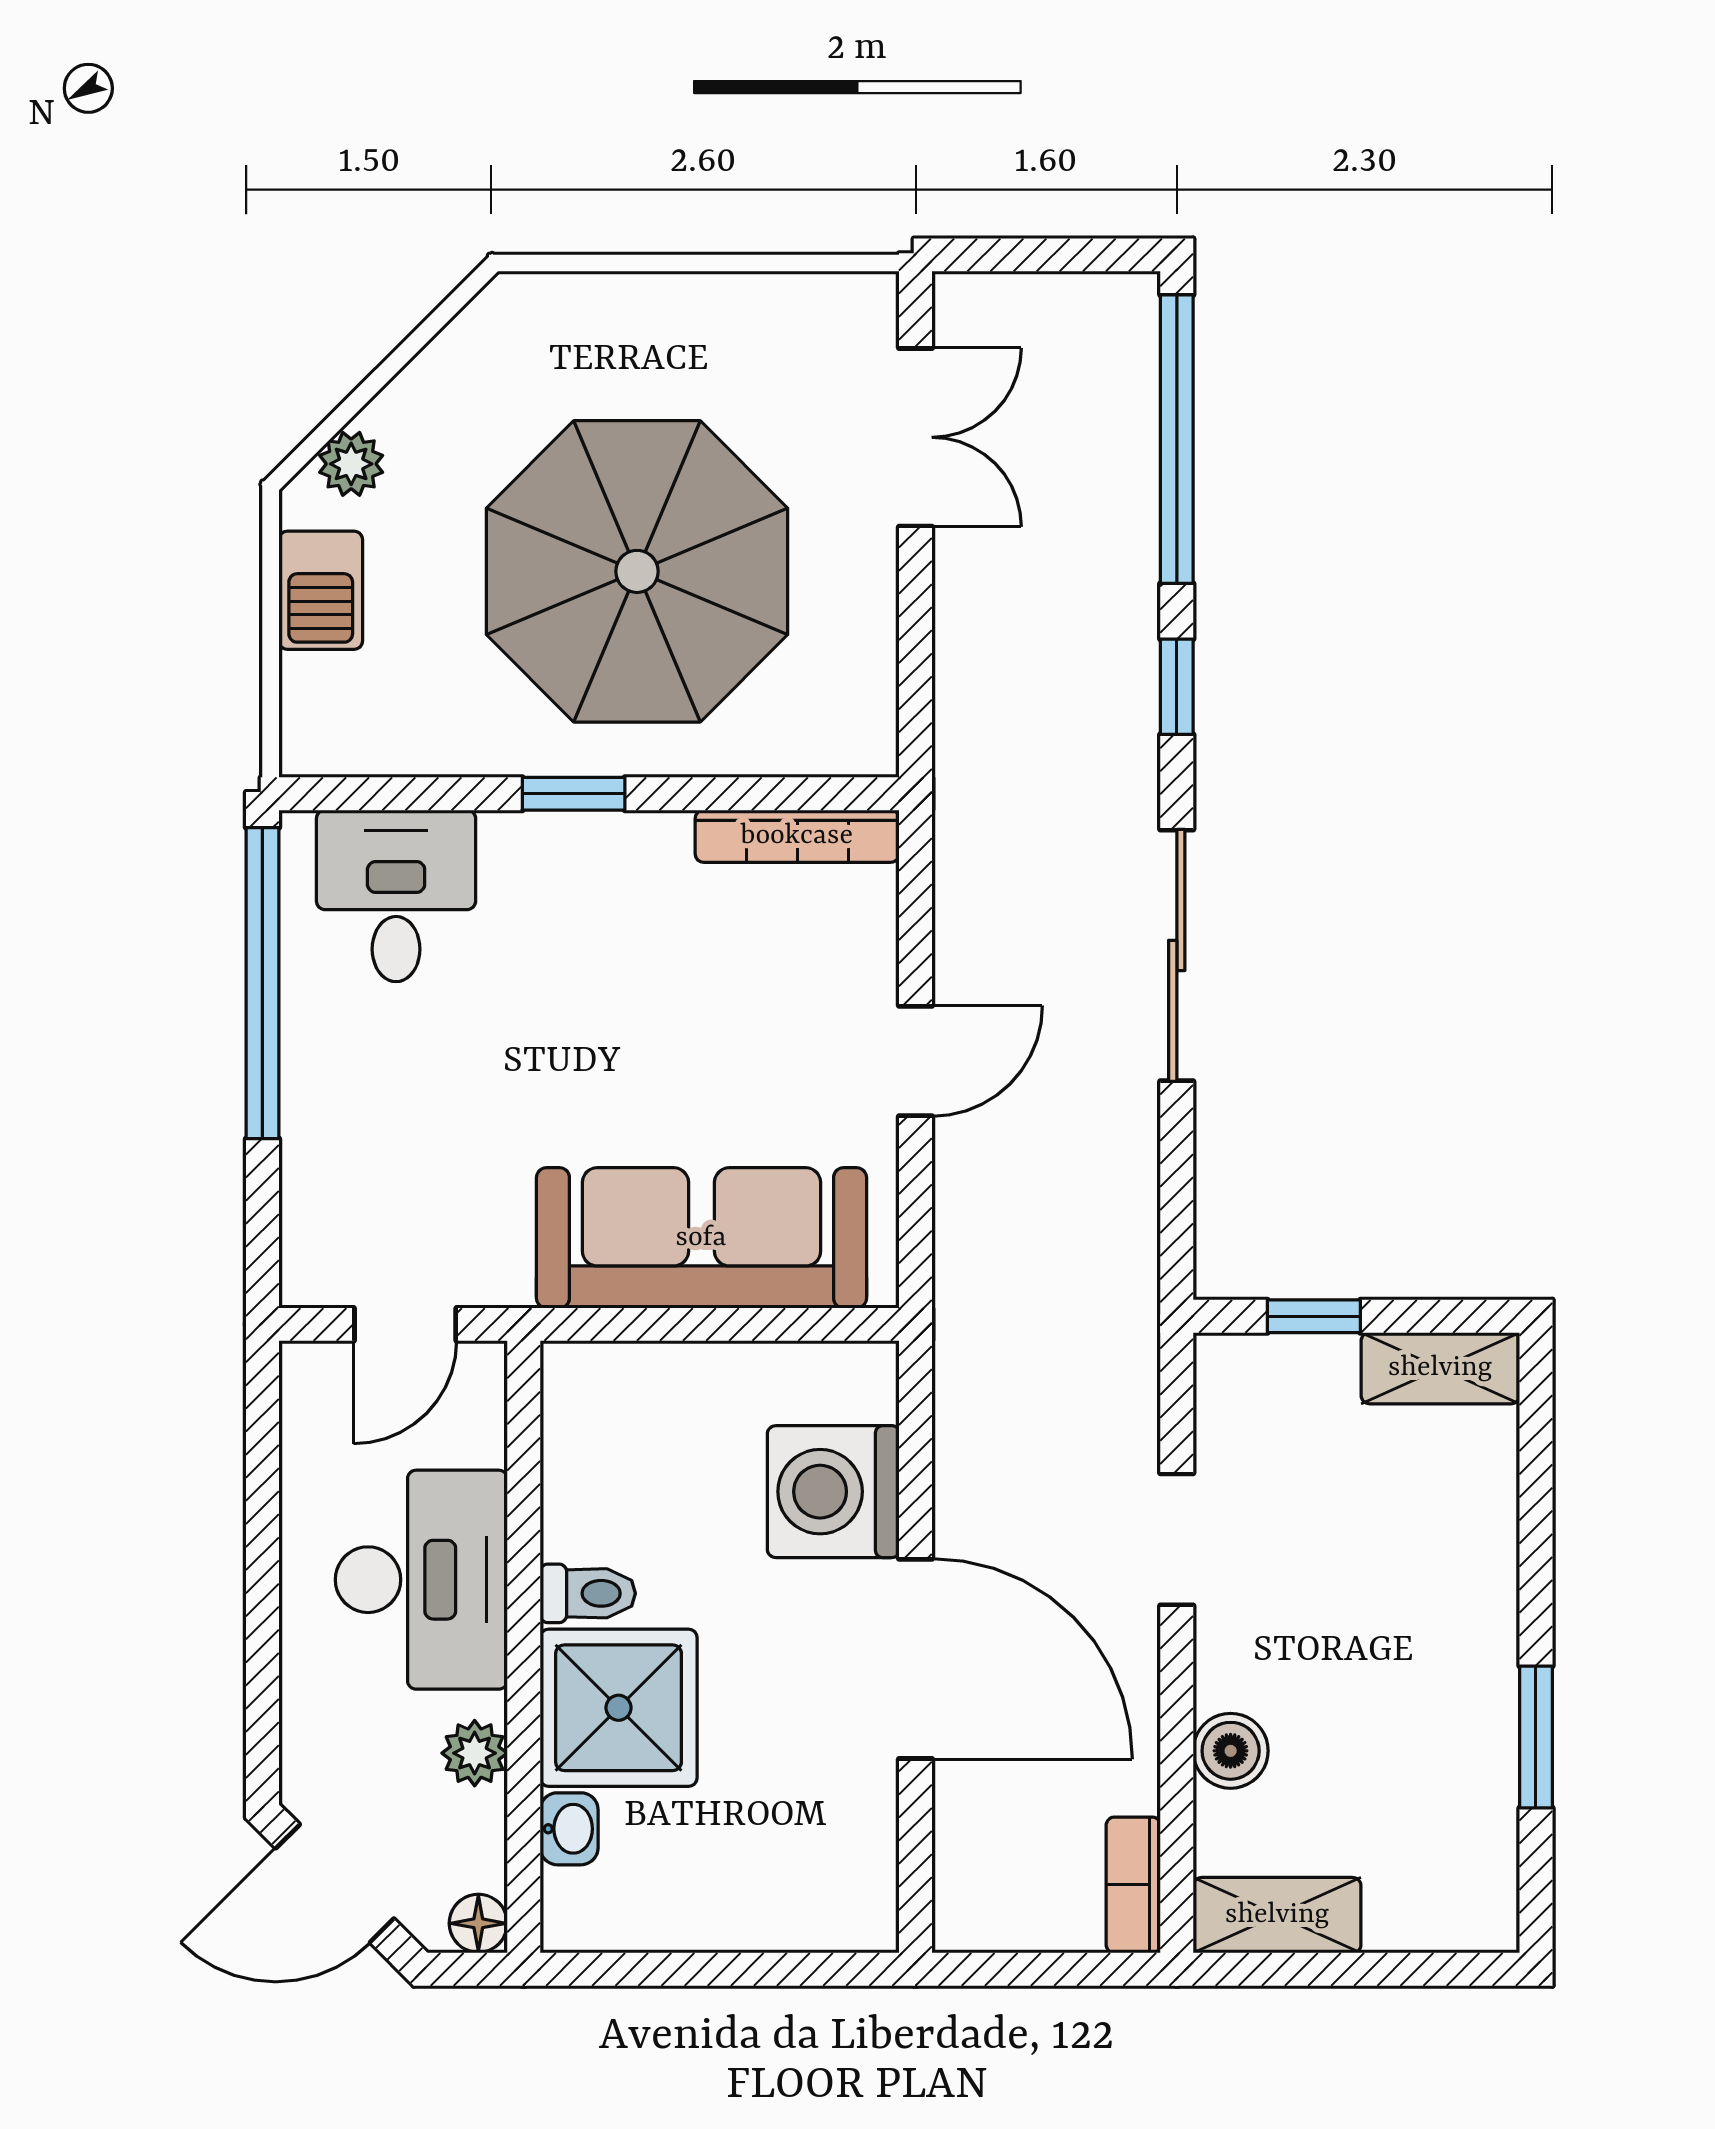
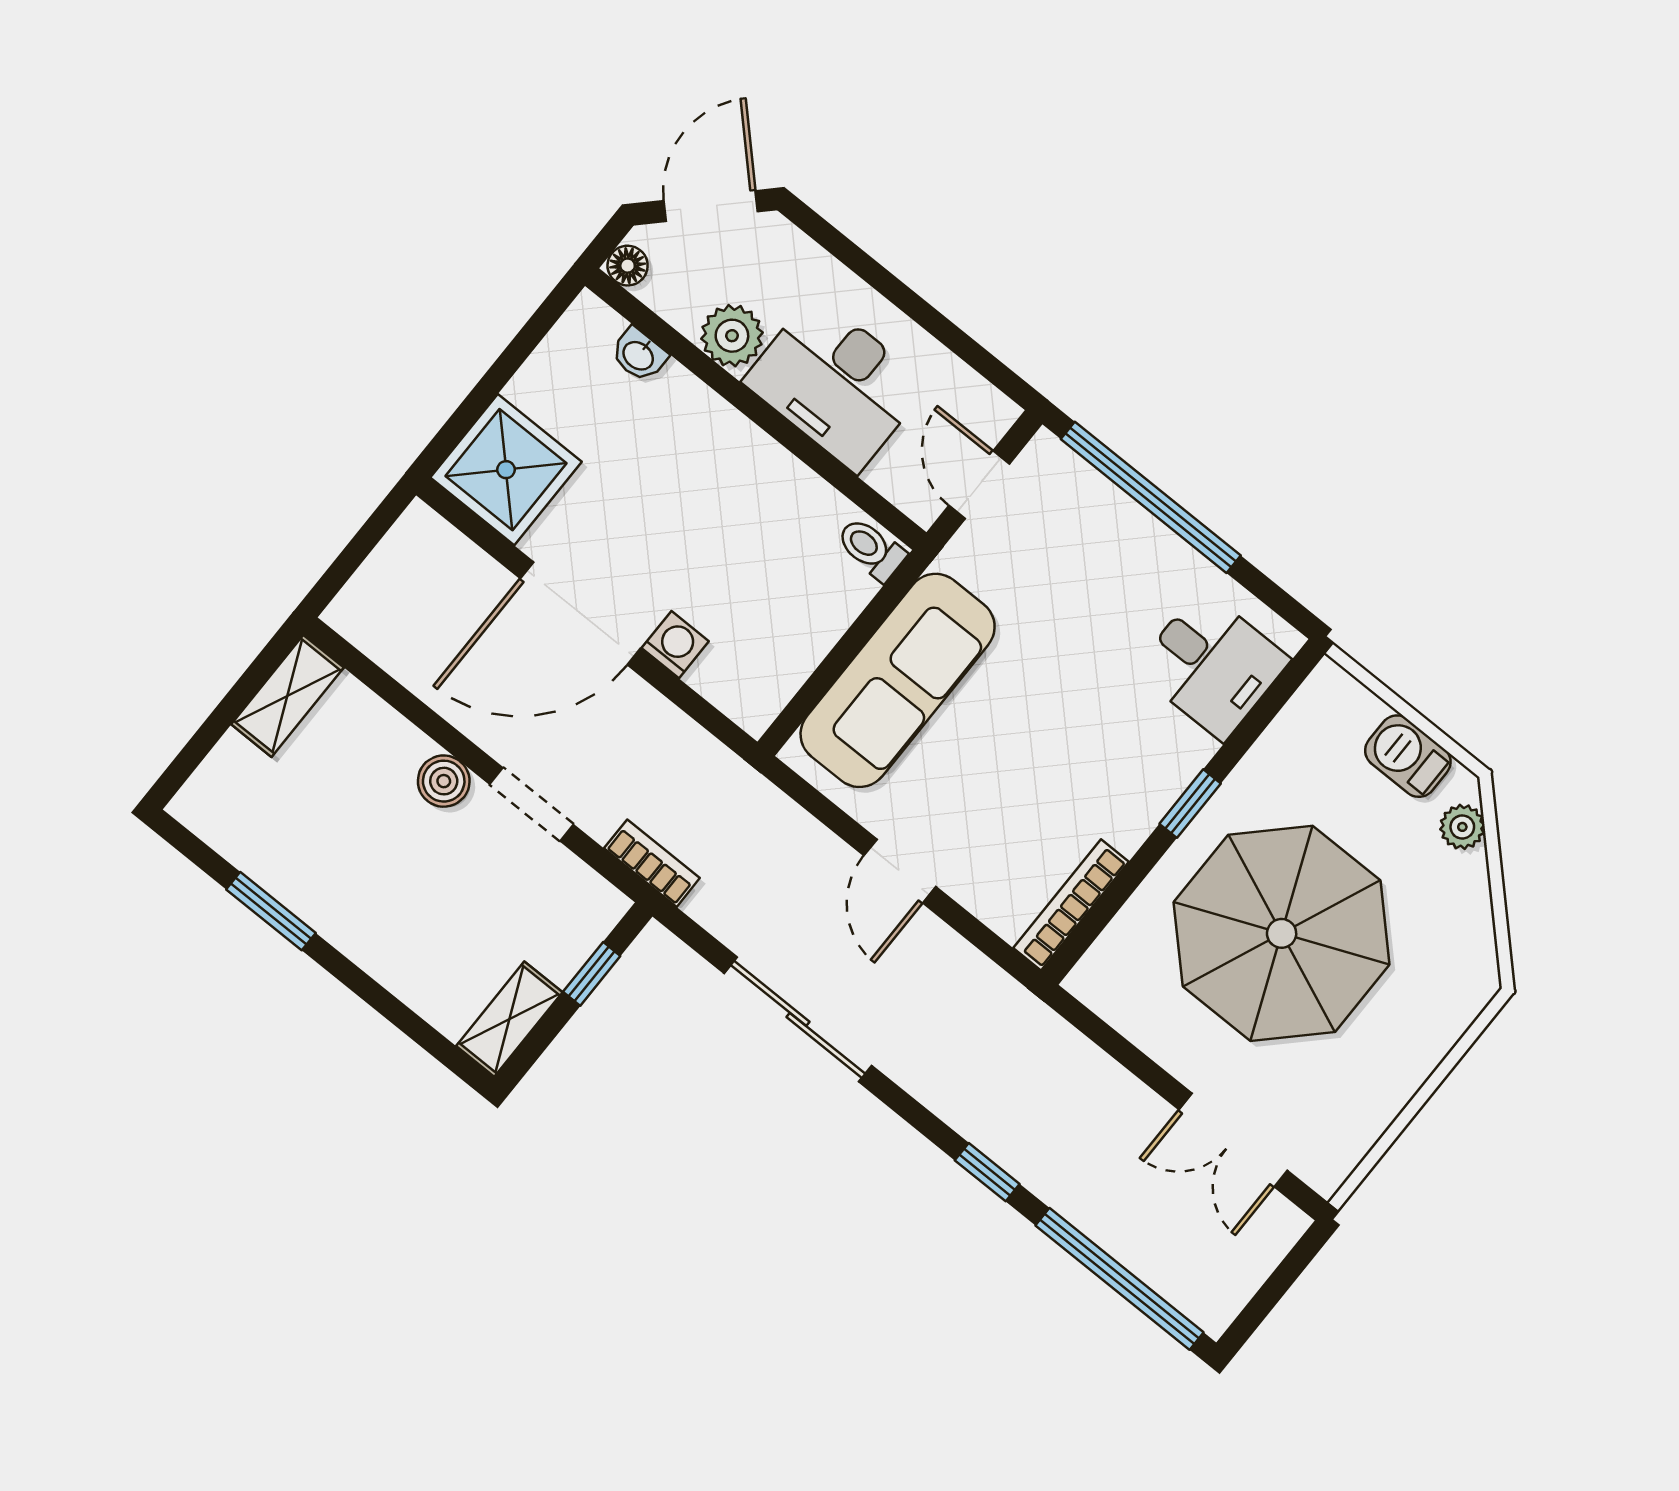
sliding door: (1177, 955) -> (798, 1019), moved
window: (262, 983) -> (1151, 497), moved
washing machine: (833, 1492) -> (675, 645), width x0.53, depth x0.53
toilet: (588, 1593) -> (871, 549), moved, turned 90
shower: (619, 1708) -> (506, 470), moved
boiler: (1231, 1751) -> (444, 781), moved
plant: (475, 1753) -> (732, 336), width x1.38, depth x1.38
bookcase: (1133, 1885) -> (652, 863), moved

